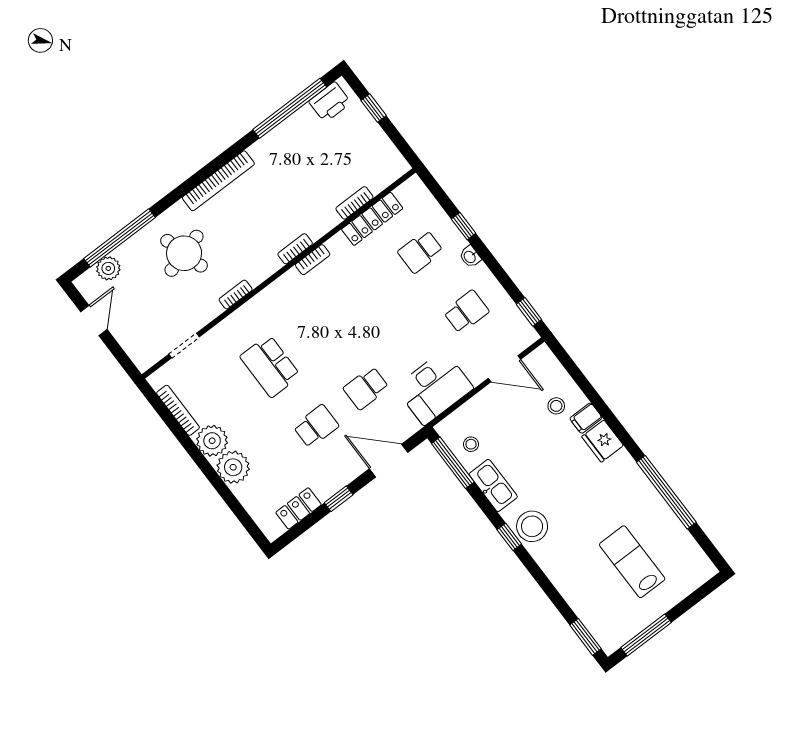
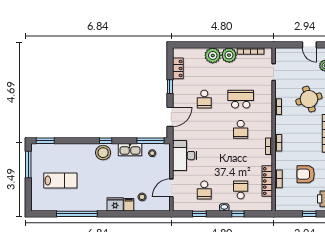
armchair: (312, 164) -> (306, 174), added
window: (529, 312) -> (199, 214), moved
school desk: (366, 388) -> (241, 129), moved, turned 180

